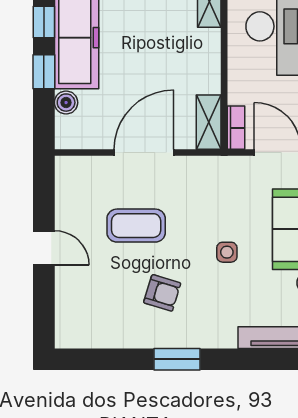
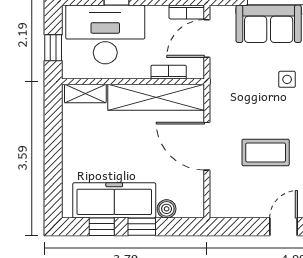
shelving: (209, 122) -> (156, 97), width x2.20, depth x1.33
bookcase: (236, 128) -> (169, 72), moved
coffee table: (136, 226) -> (266, 152), turned 90

